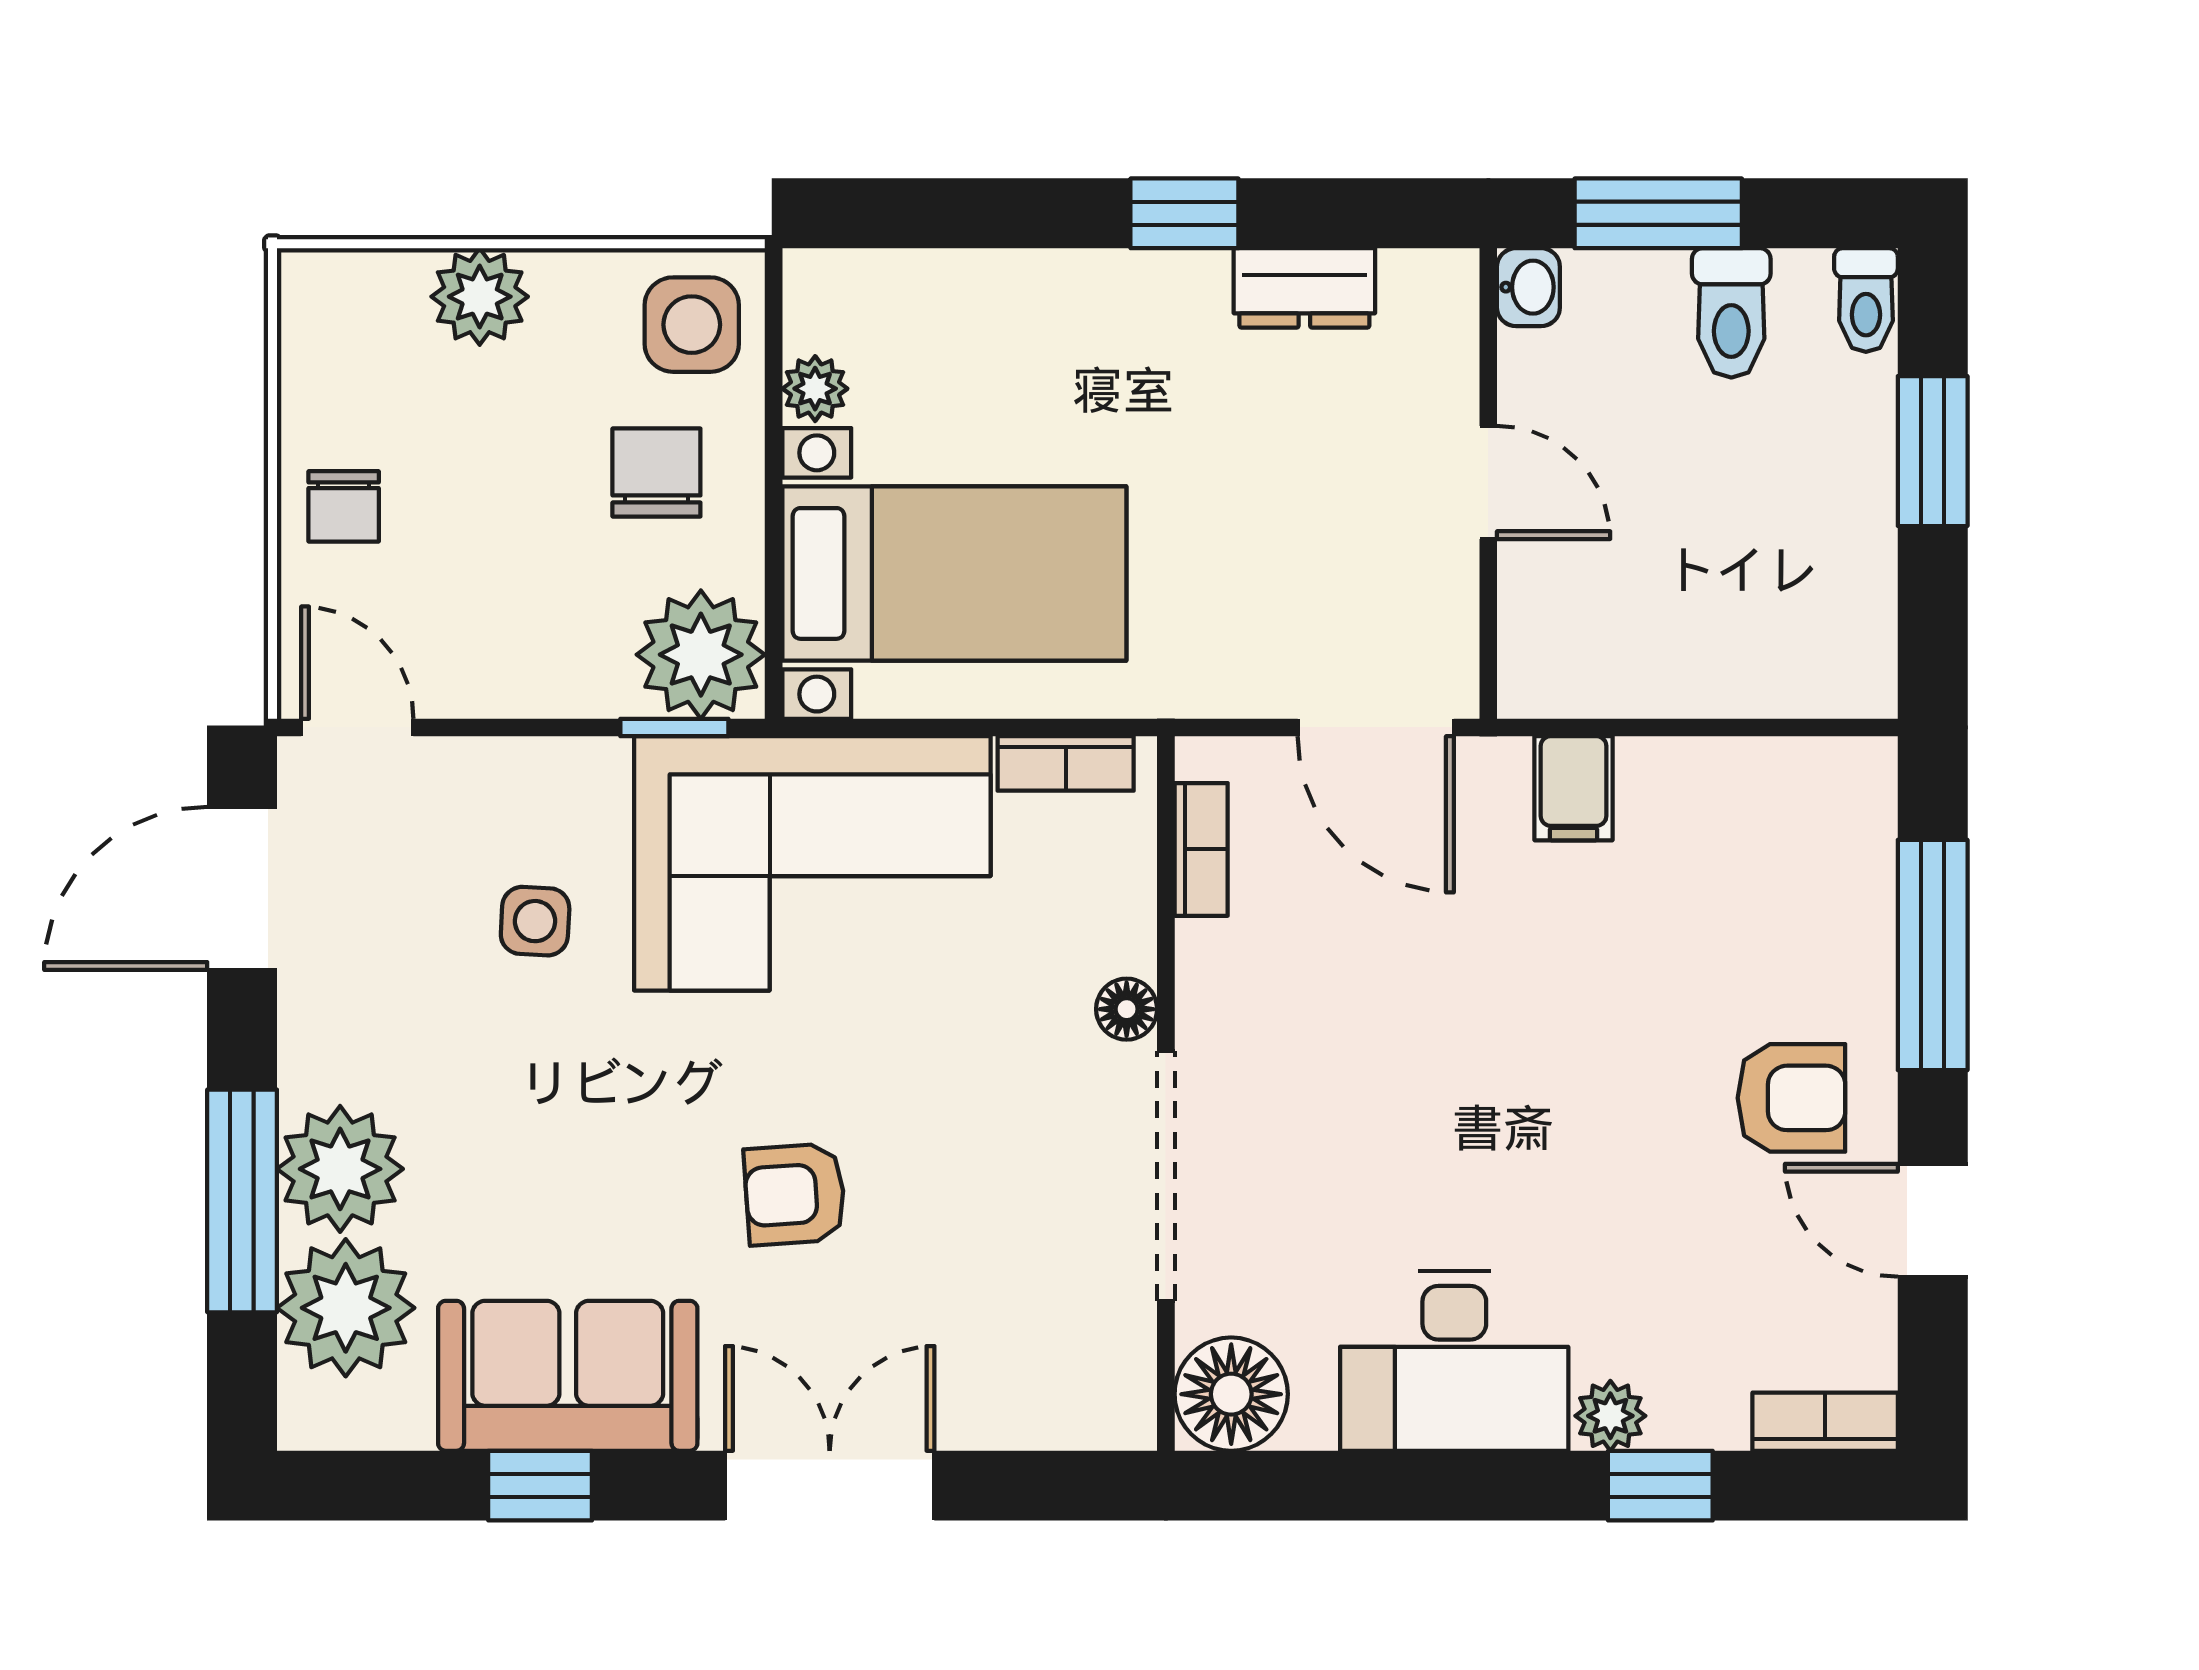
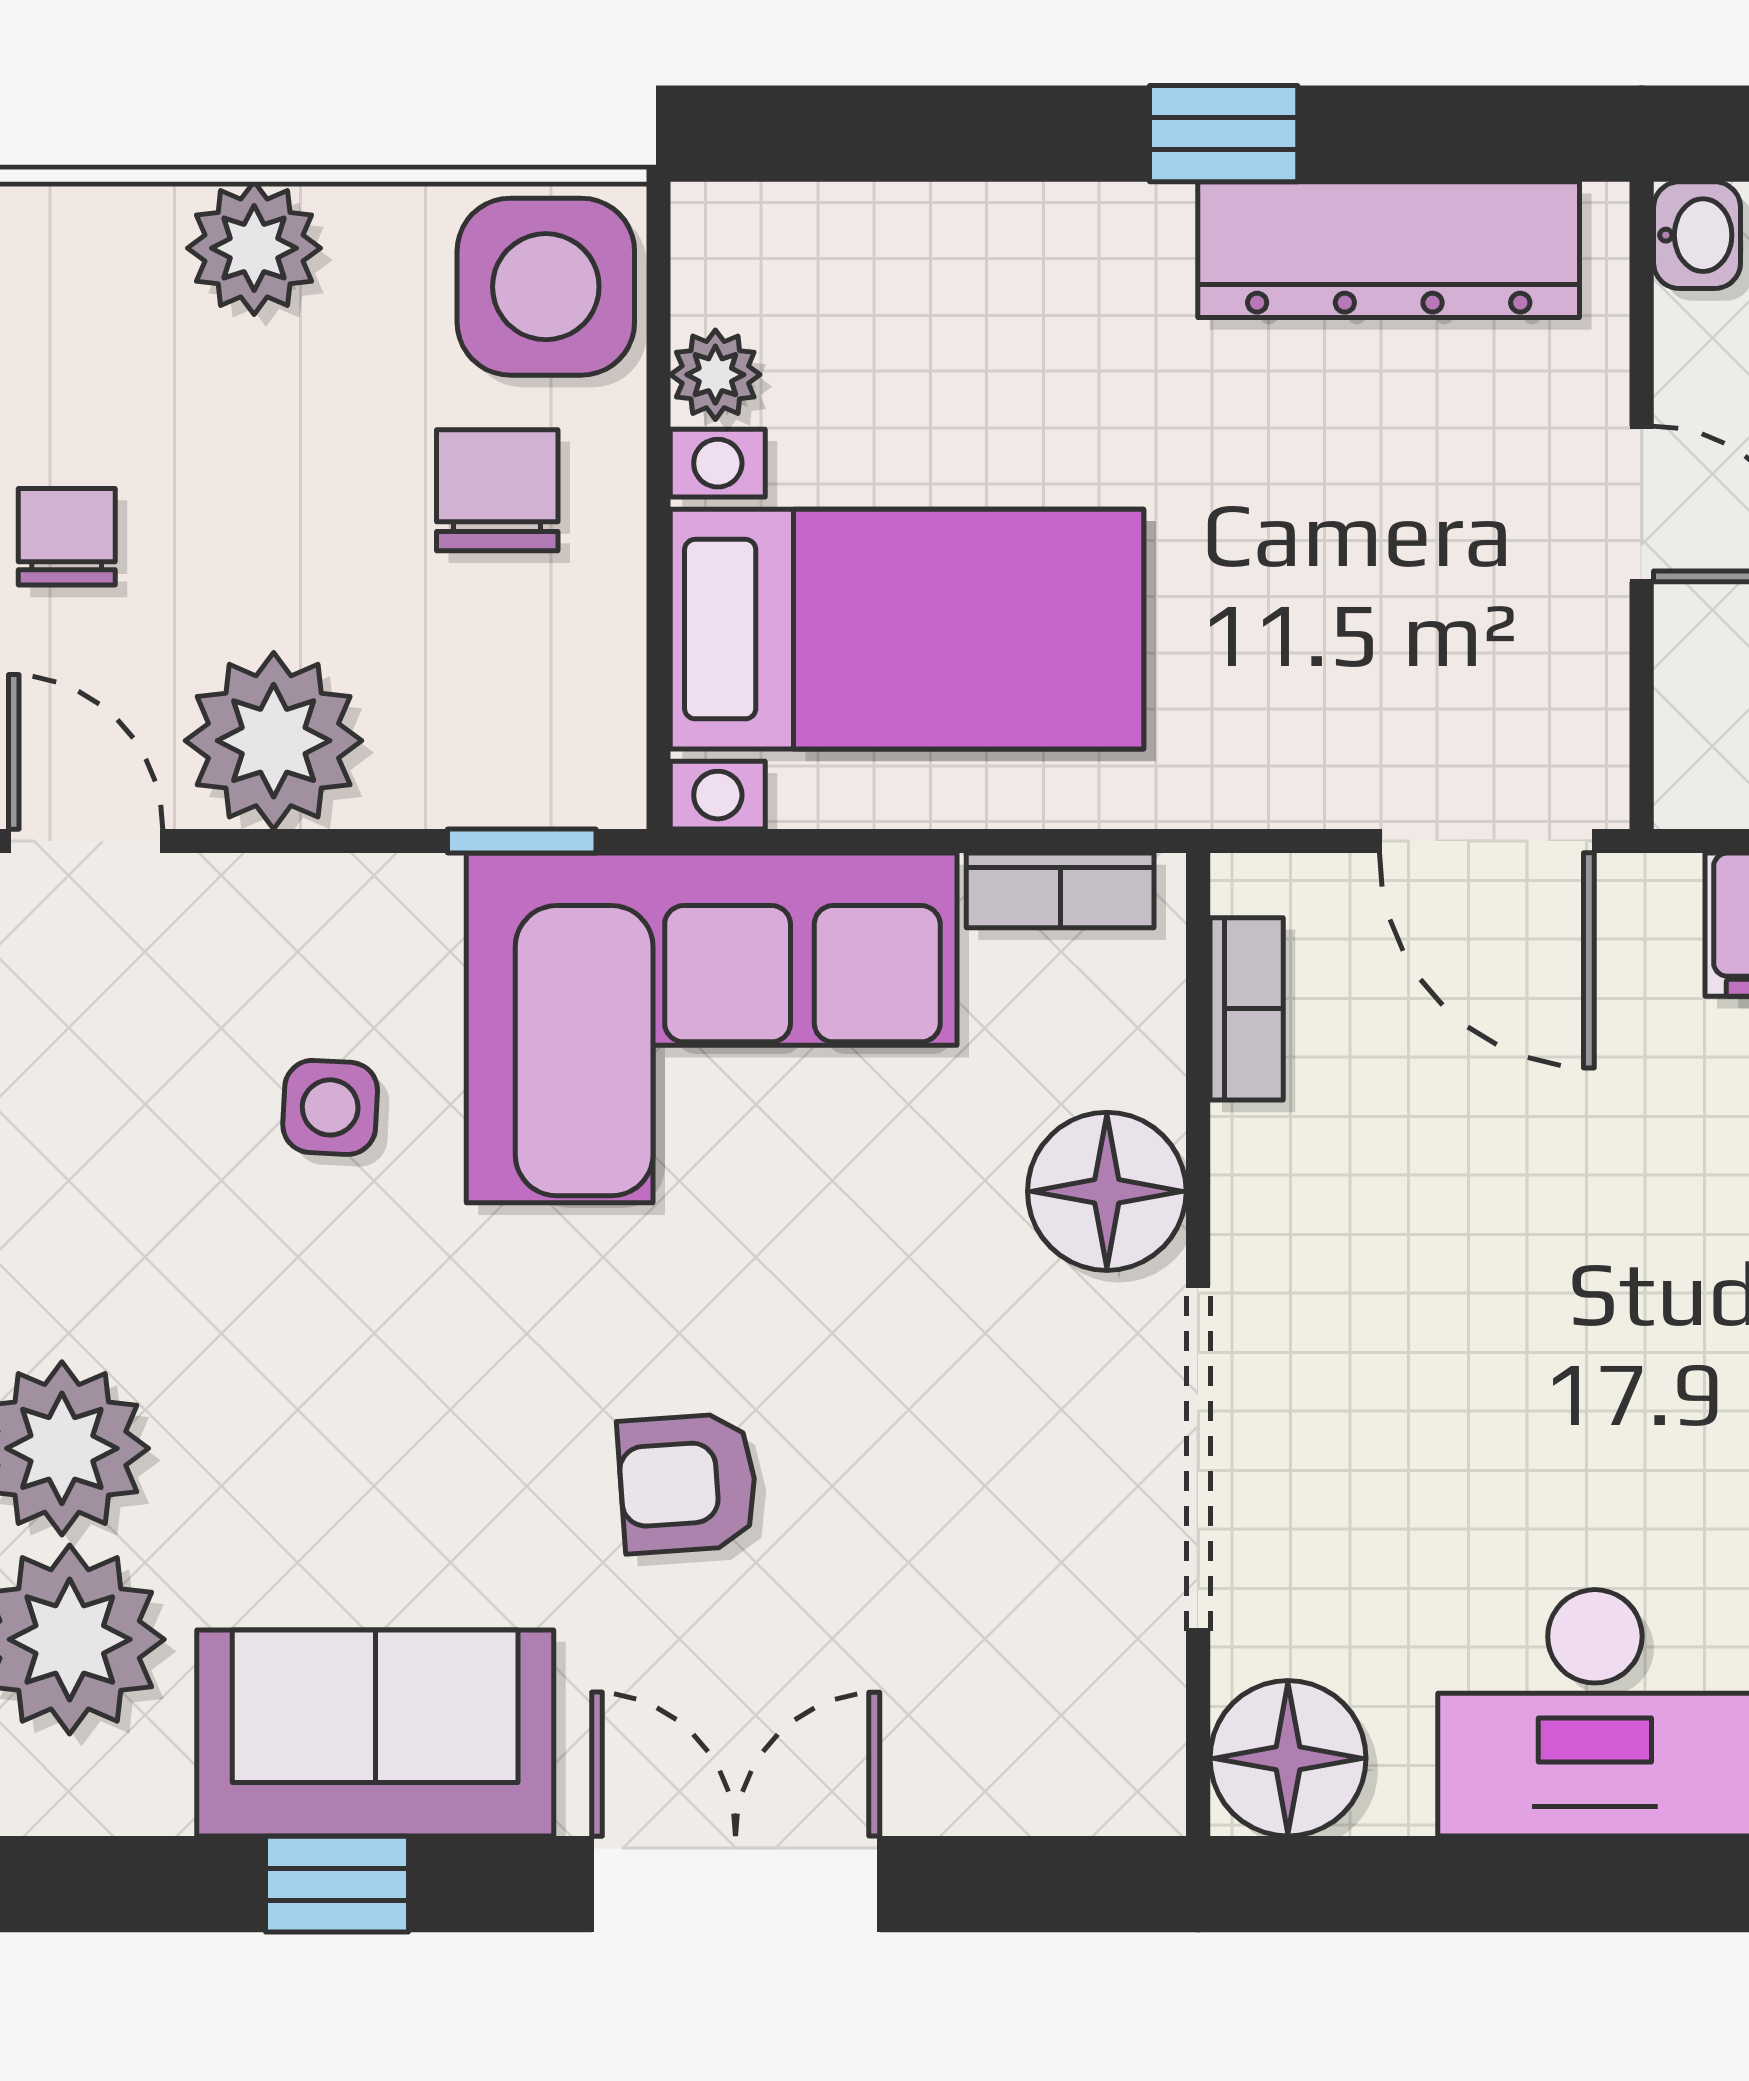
dresser: (1304, 288) -> (1389, 250), width x1.96, depth x1.24
side table: (692, 325) -> (546, 287), width x1.37, depth x1.37
chair: (344, 506) -> (67, 537), turned 180
plant: (701, 655) -> (274, 741), moved
floor lamp: (1127, 1009) -> (1107, 1191), width x1.89, depth x1.89

